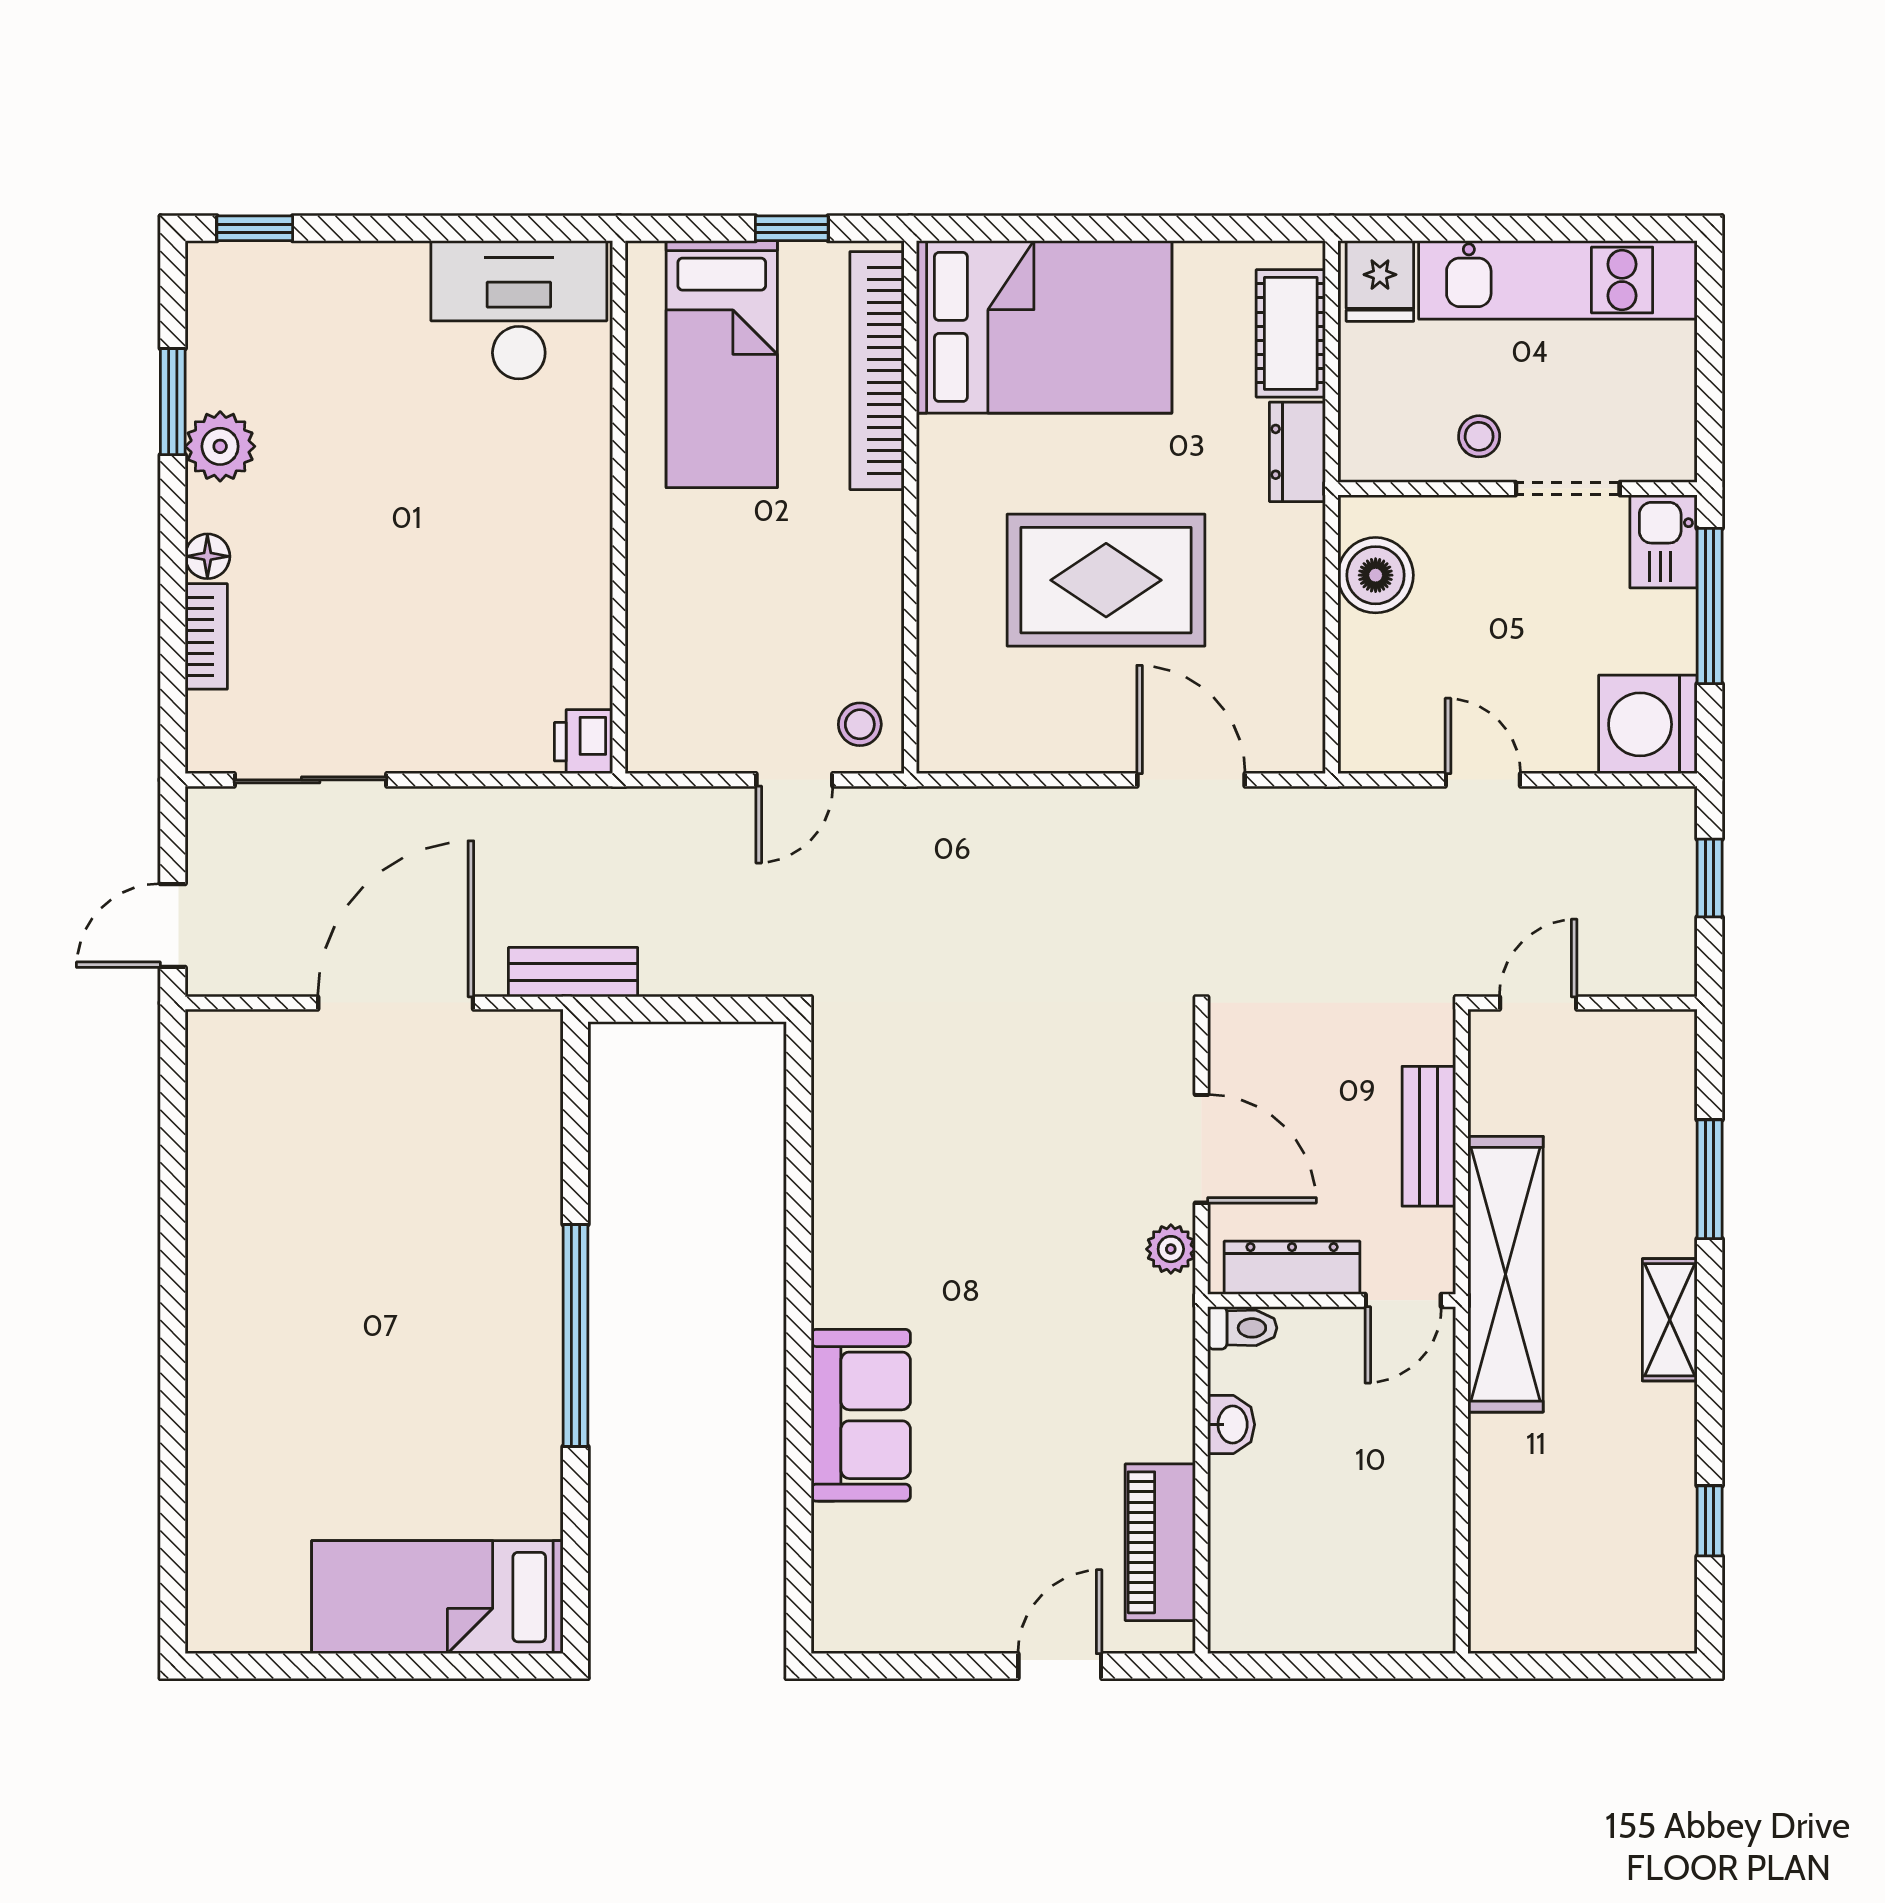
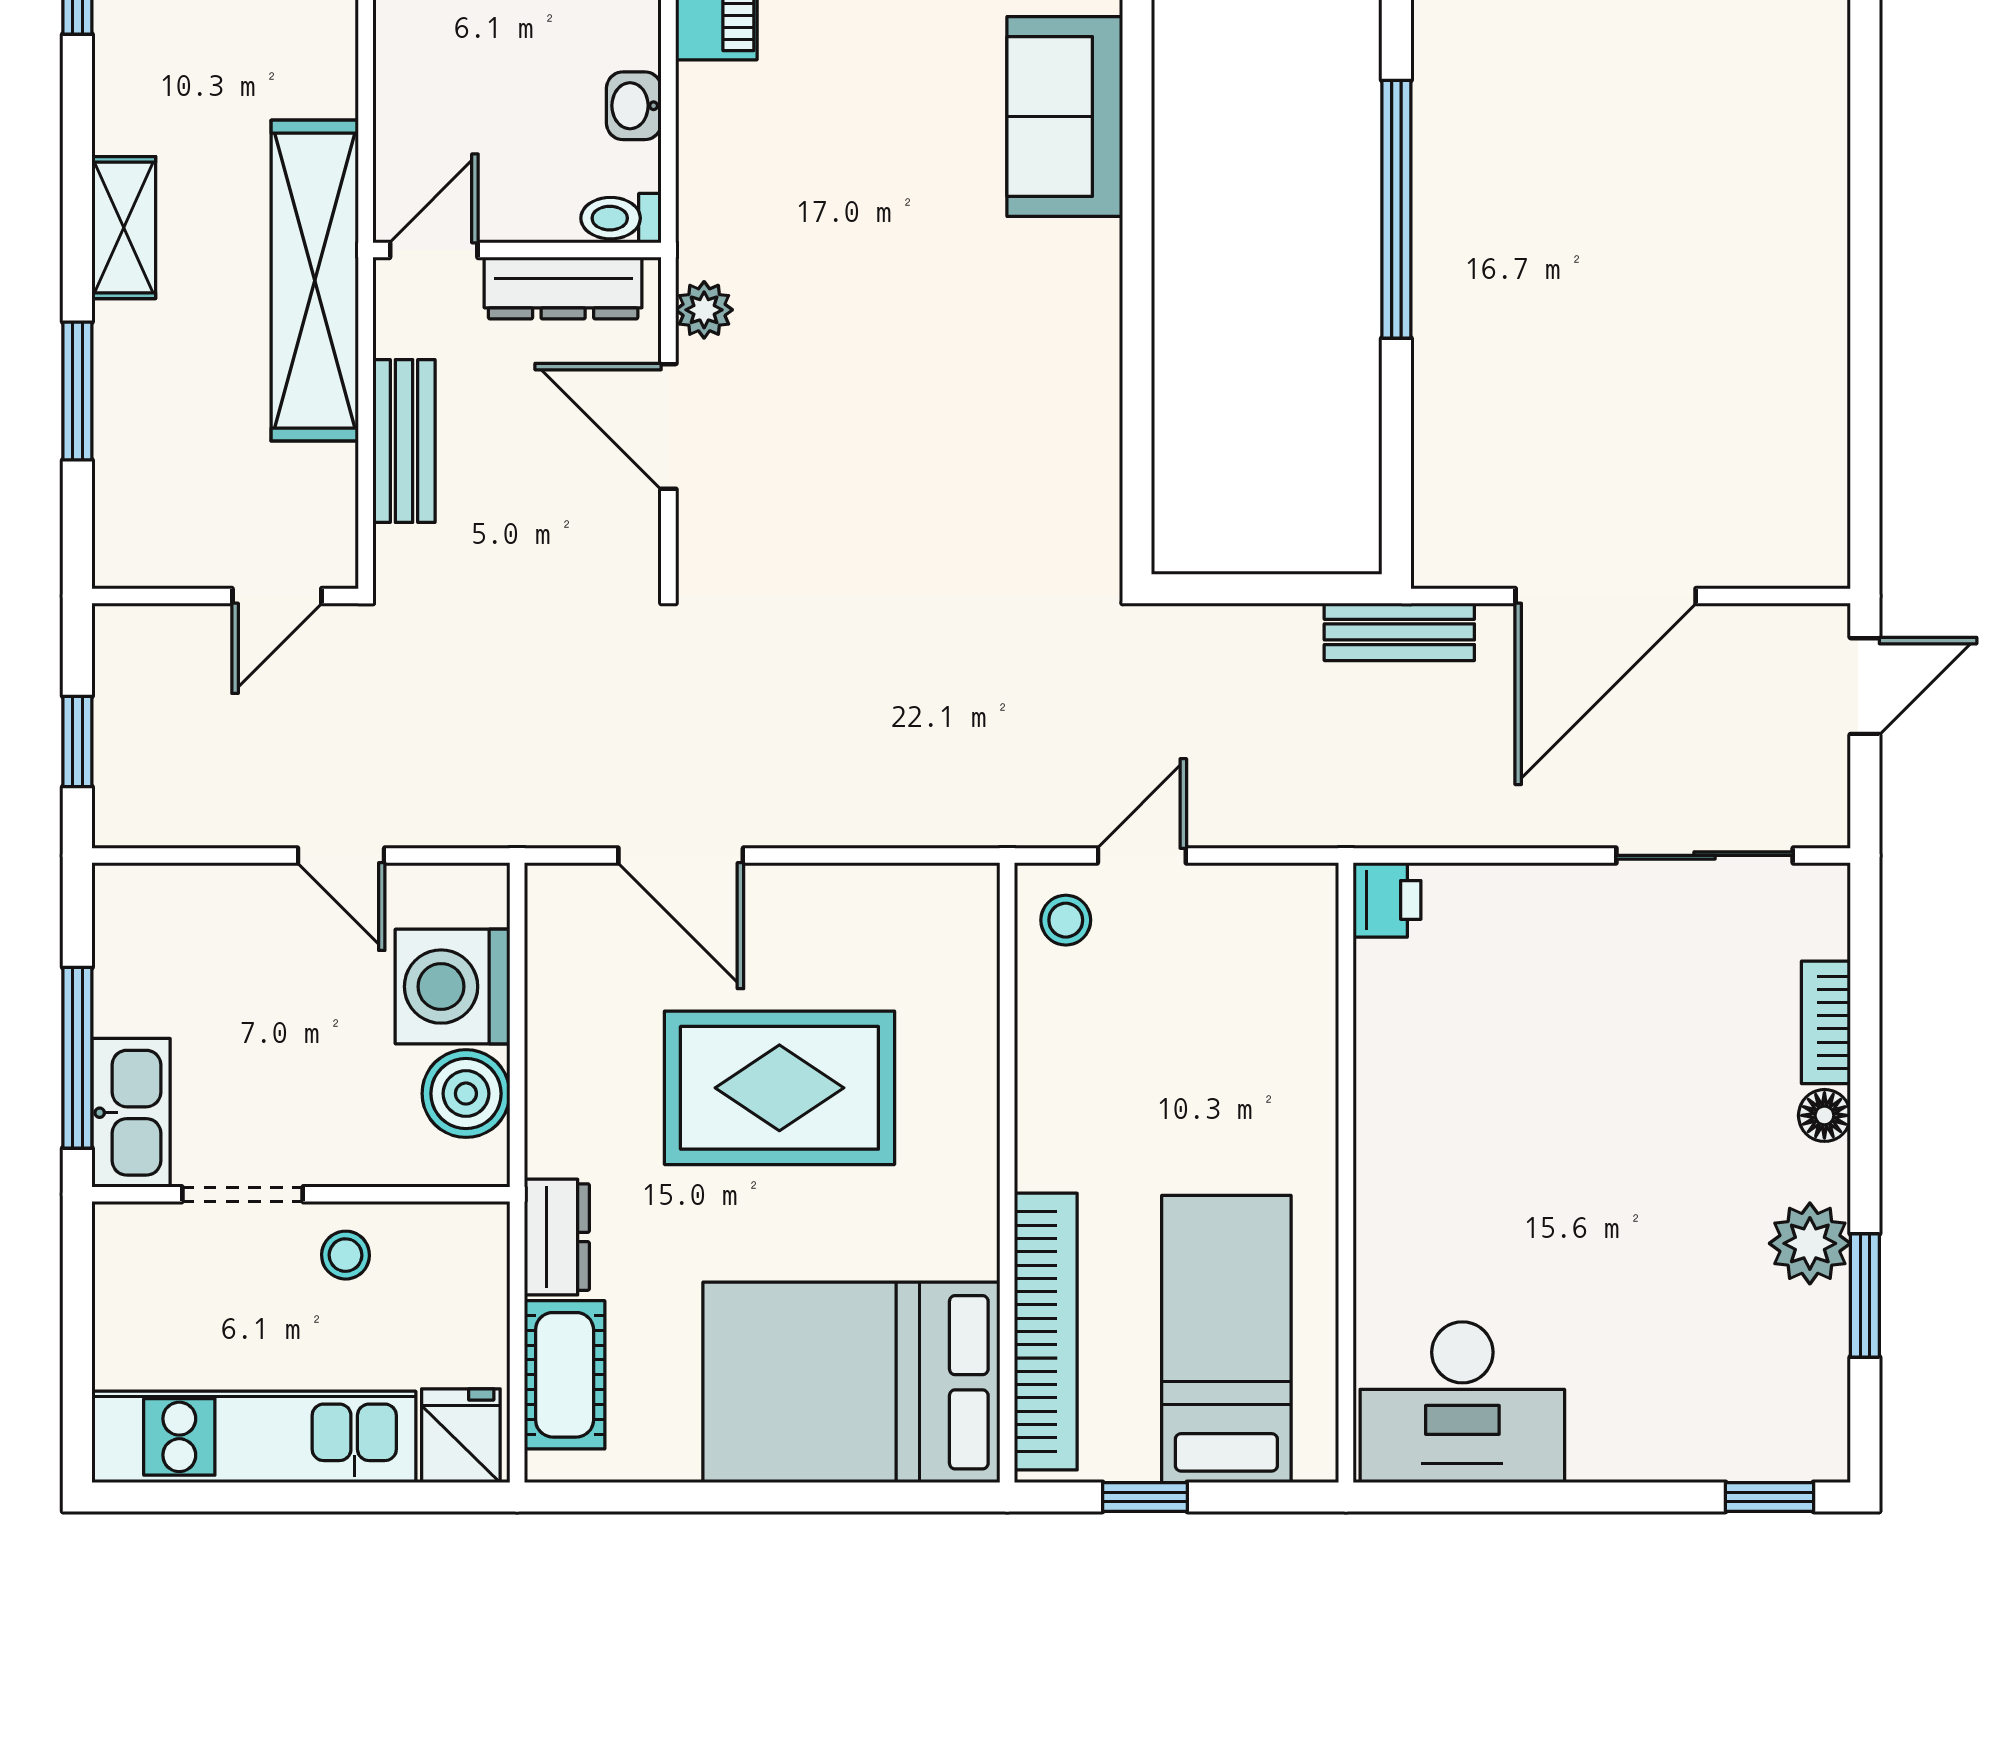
kitchen sink: (1664, 541) -> (131, 1113), width x1.38
washing machine: (1648, 724) -> (453, 987), moved, turned 180

